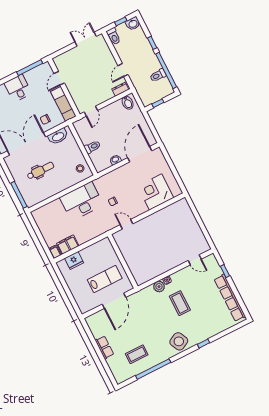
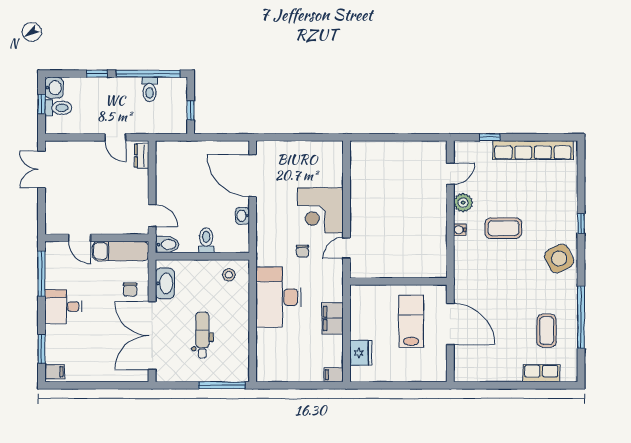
toilet: (114, 36) -> (58, 108), moved
bidet: (128, 103) -> (167, 244), moved
corner desk: (156, 192) -> (320, 210), moved
filing cabinet: (68, 245) -> (333, 318), moved
plant: (159, 287) -> (463, 203), moved
row of seats: (104, 347) -> (541, 373), moved

